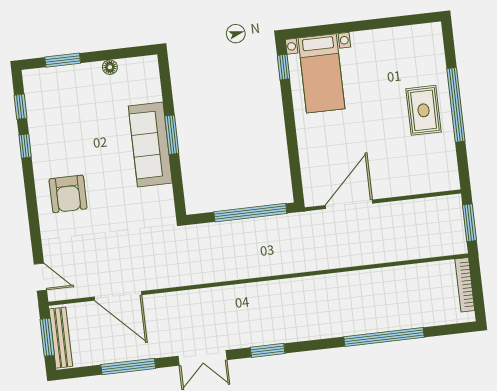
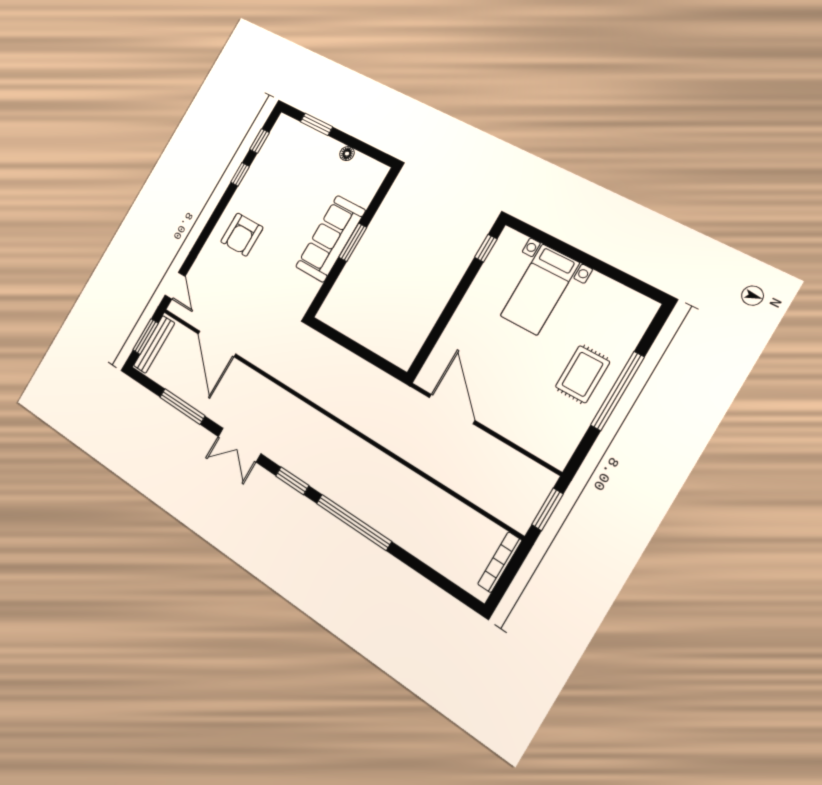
bed with nightstands: (321, 73) -> (540, 289), moved
door: (349, 204) -> (452, 409), hinge flipped
window: (250, 213) -> (365, 354), removed
window: (384, 337) -> (354, 522), moved

